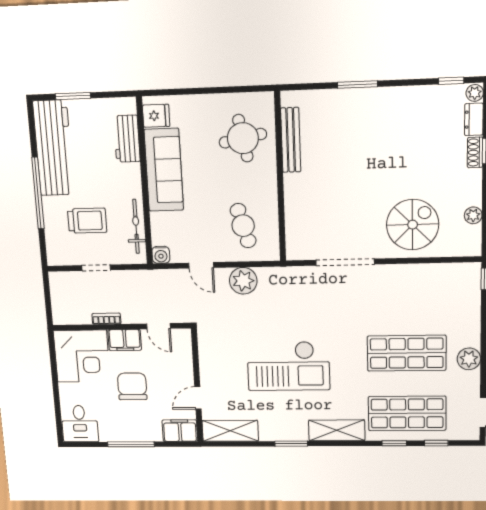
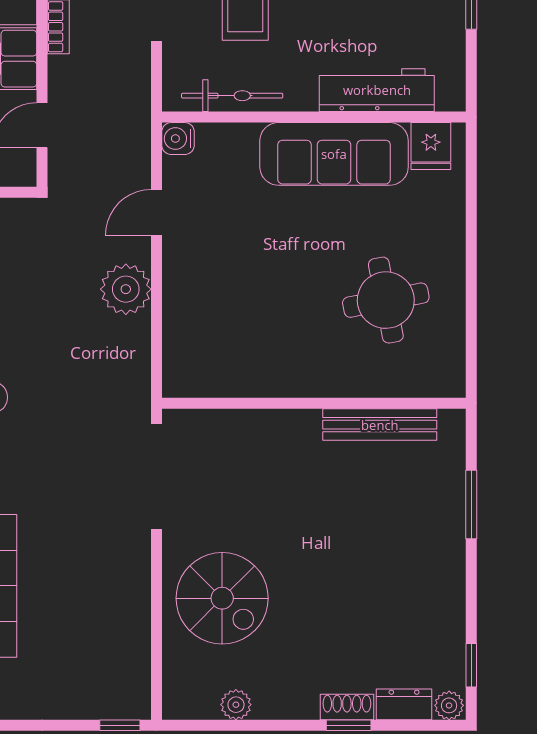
workbench: (127, 139) -> (377, 90), width x1.38
bench: (291, 140) -> (380, 425), moved
wall: (280, 177) -> (314, 403), moved
cafe table: (243, 226) -> (228, 293), removed

